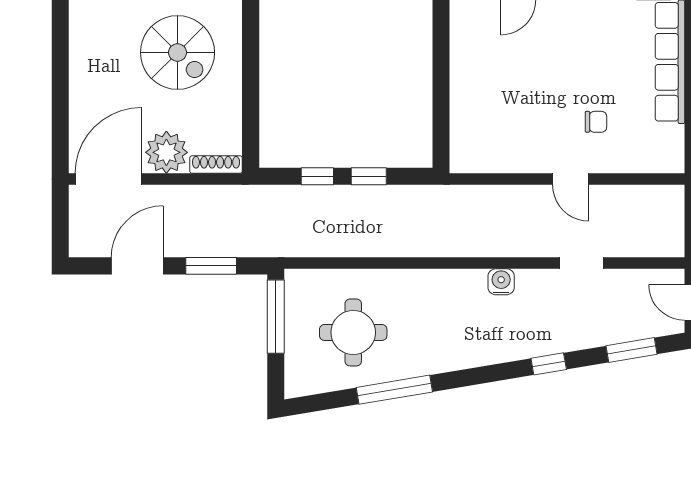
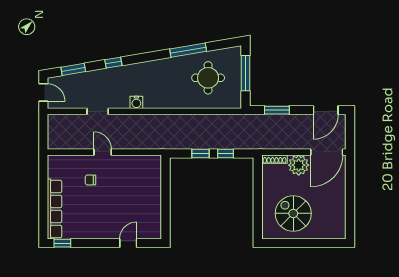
door: (137, 266) -> (326, 110), moved
window: (276, 317) -> (246, 73), moved

